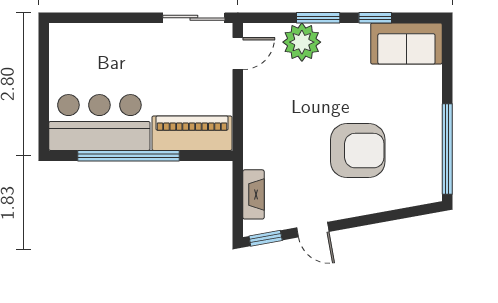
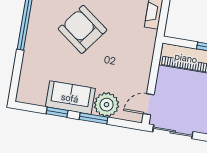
sofa: (406, 44) -> (70, 98), moved
armchair: (358, 151) -> (83, 29), turned 37

